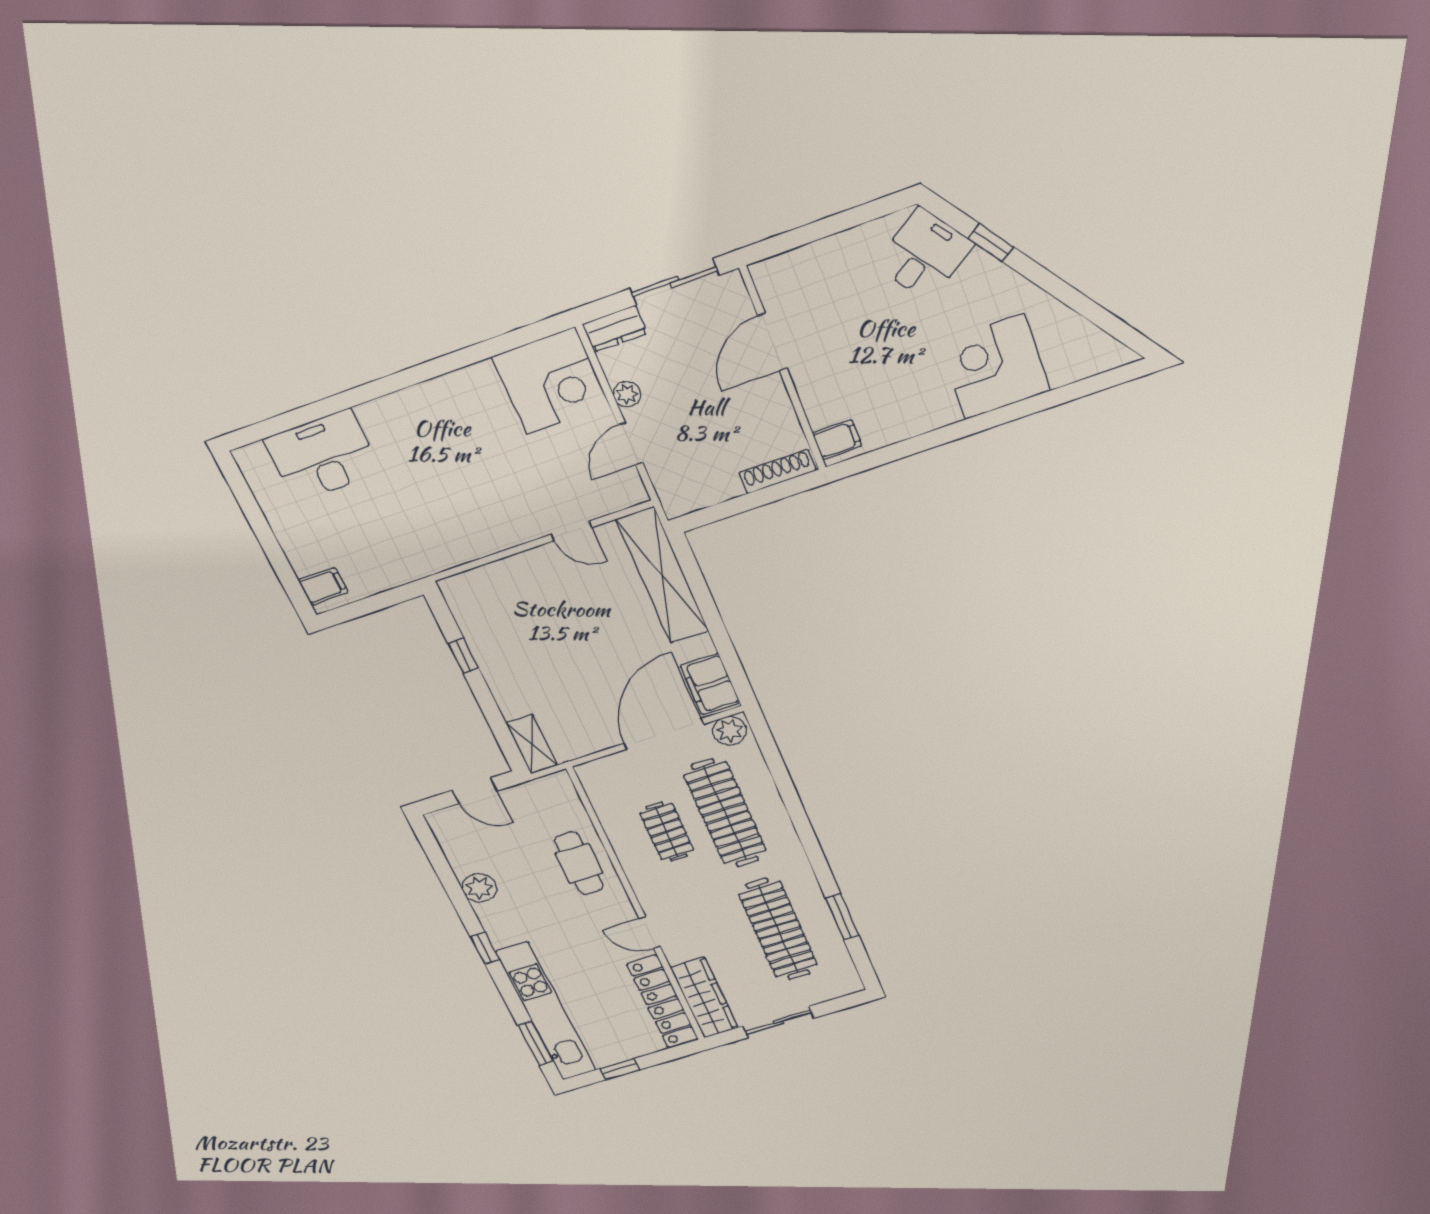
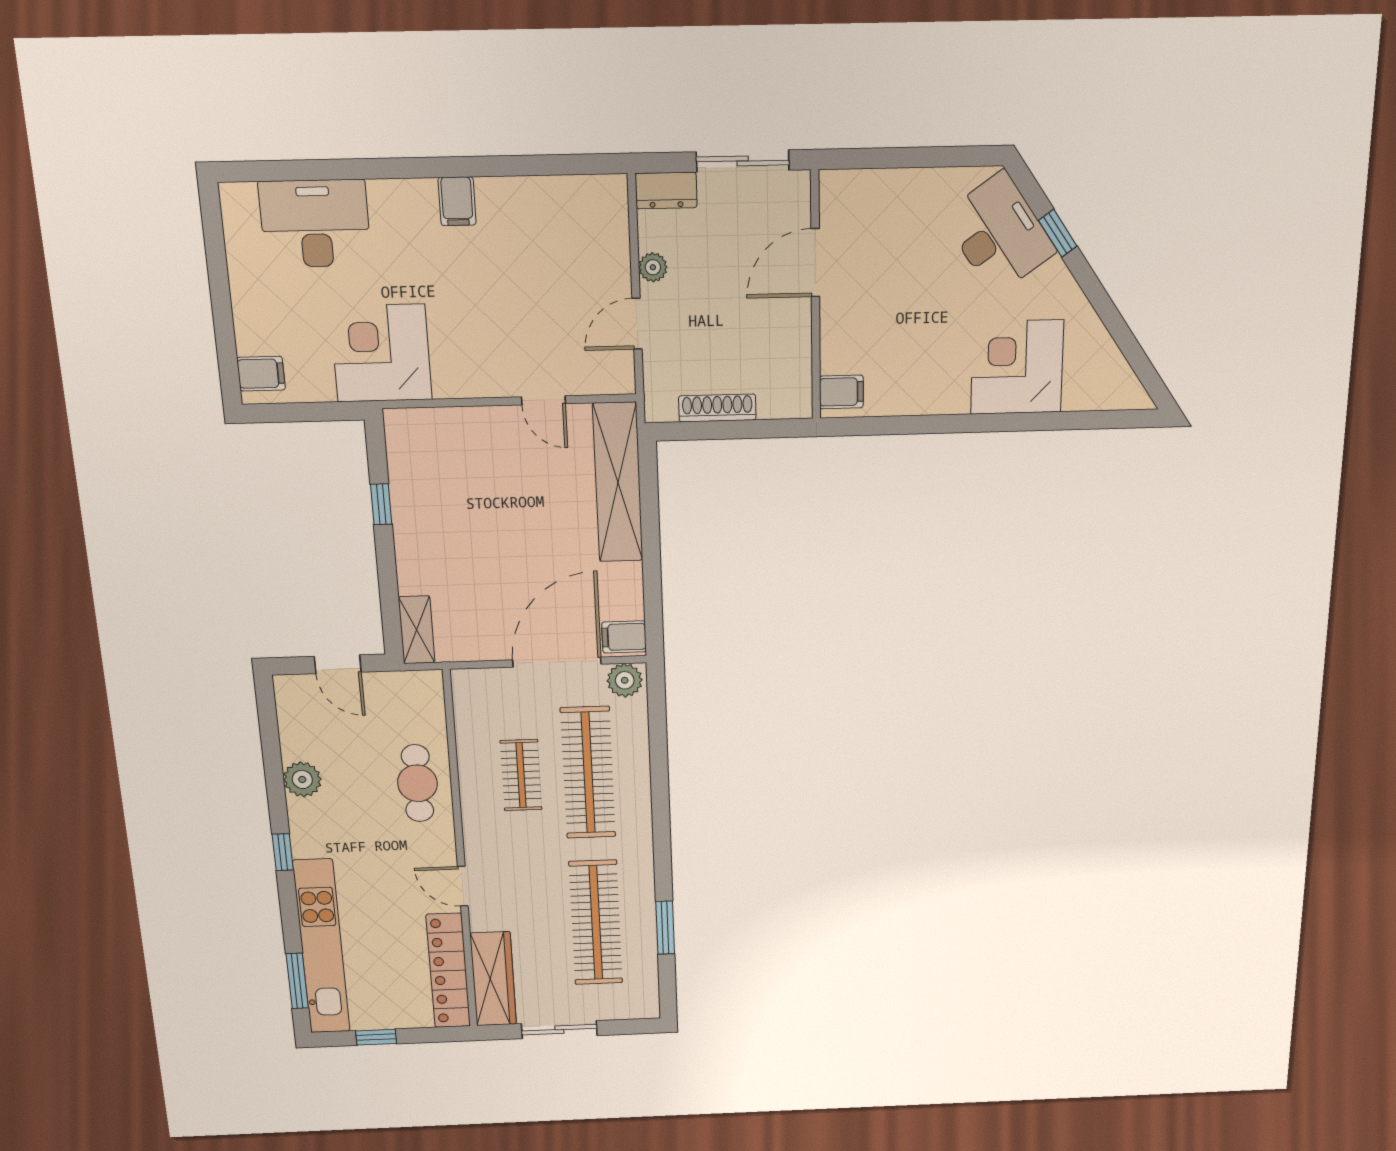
desk: (924, 255) -> (999, 234), width x1.37
corner desk: (551, 381) -> (381, 353), moved, turned 180
filing cabinet: (436, 398) -> (457, 201), added
shoe rack: (778, 472) -> (717, 408), moved
filing cabinet: (710, 684) -> (624, 637), width x0.50

